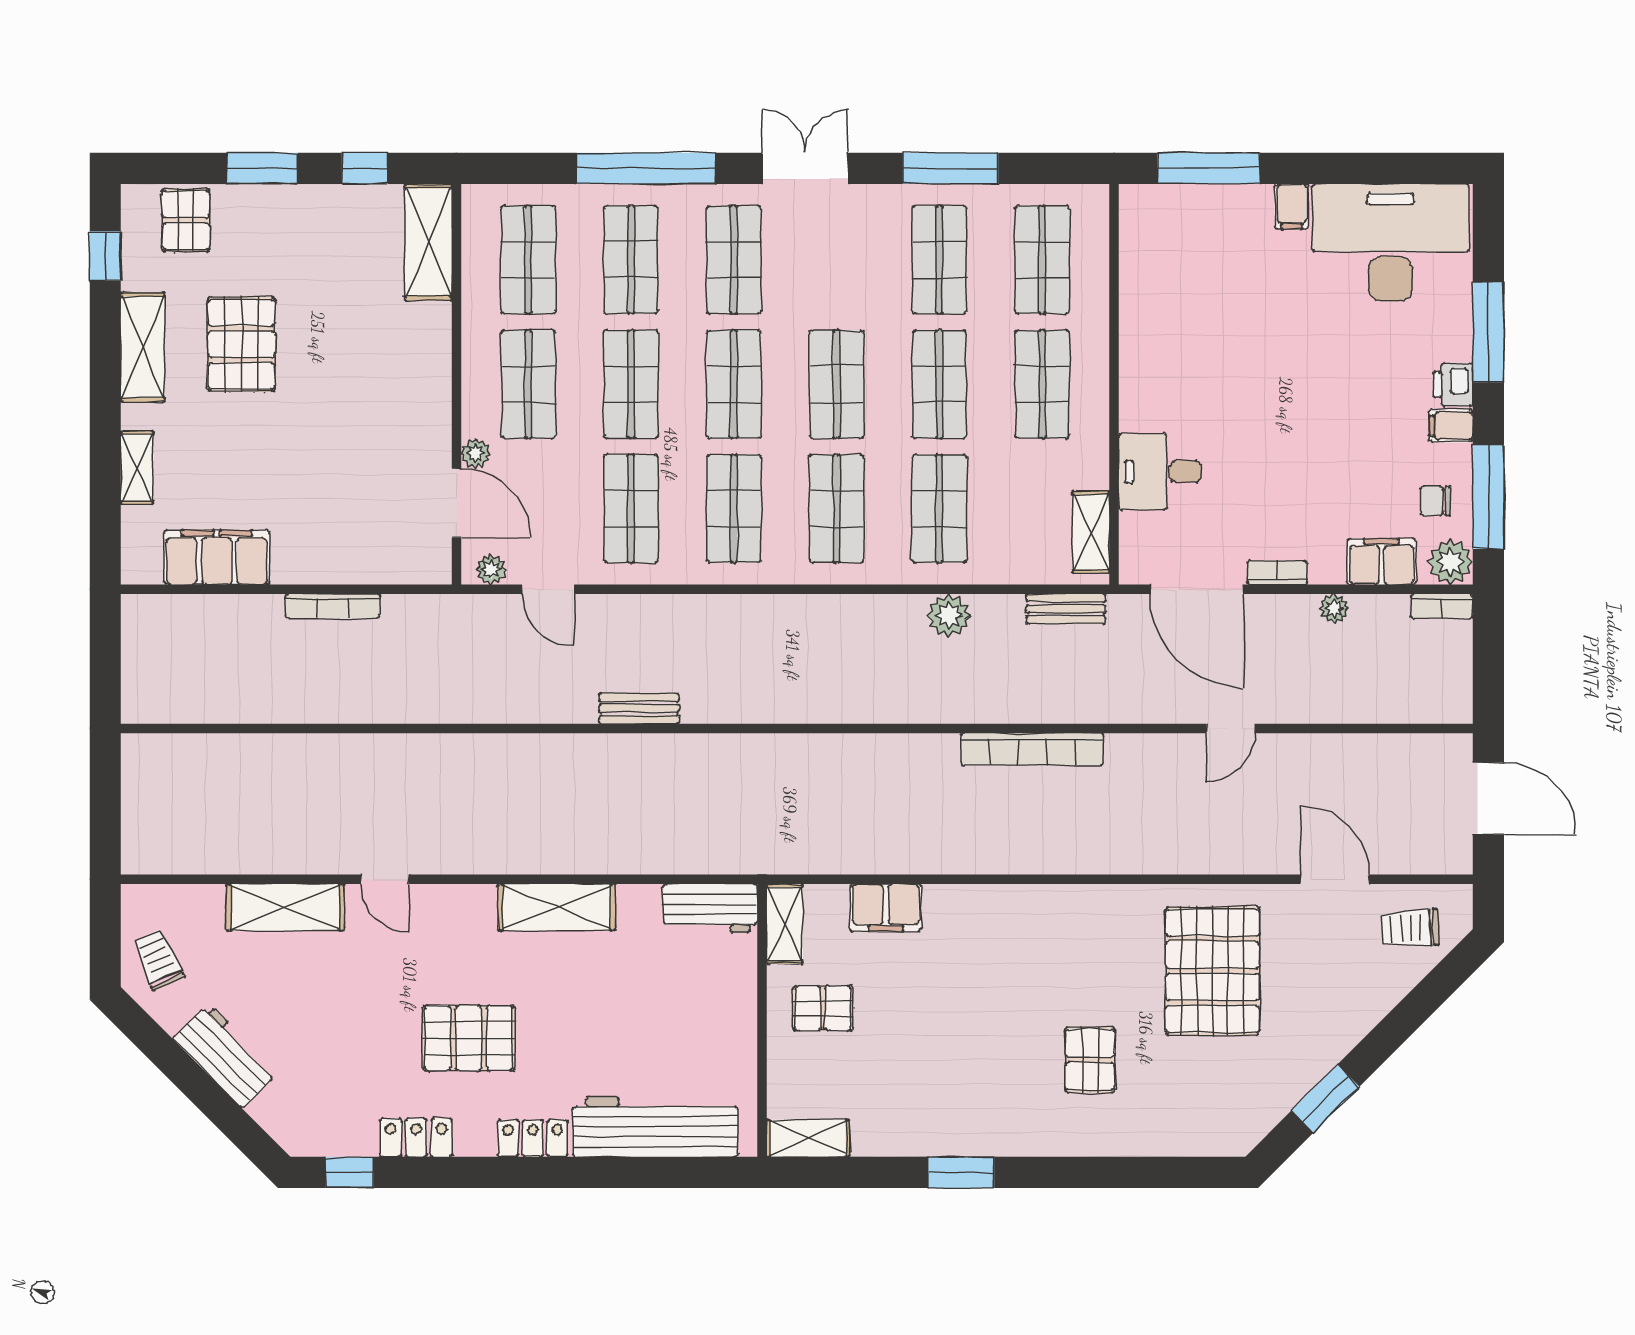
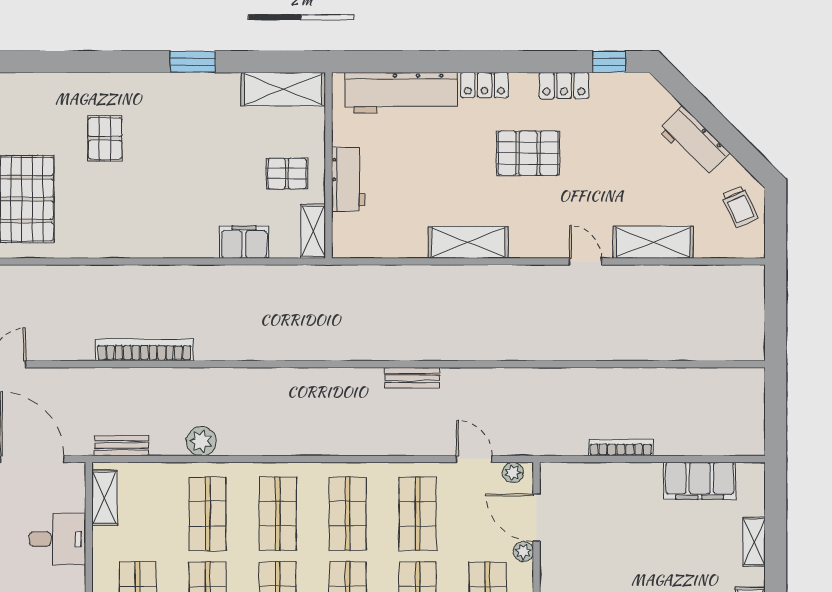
workbench: (710, 908) -> (348, 179), moved, turned 90
shelving: (808, 1138) -> (283, 89), width x1.50, depth x1.33

